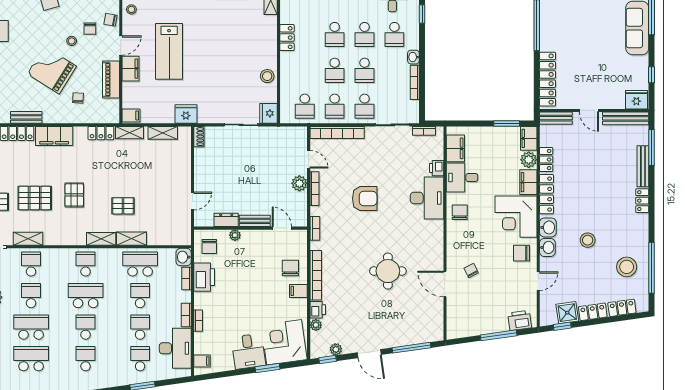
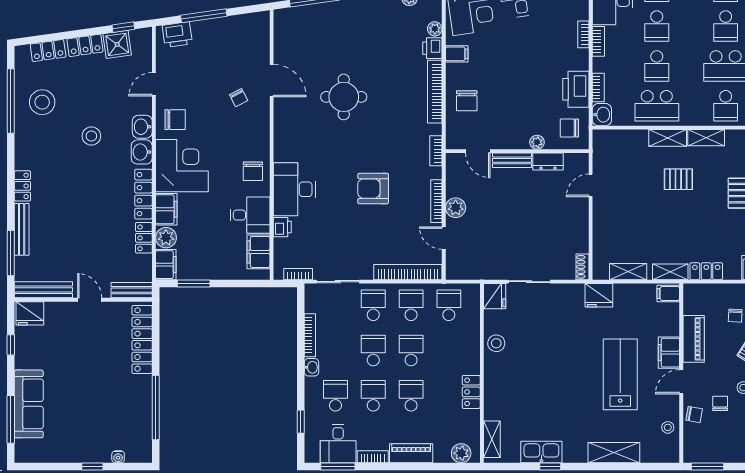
chair: (209, 246) -> (569, 128), turned -90
filing cabinet: (298, 291) -> (457, 54), moved

